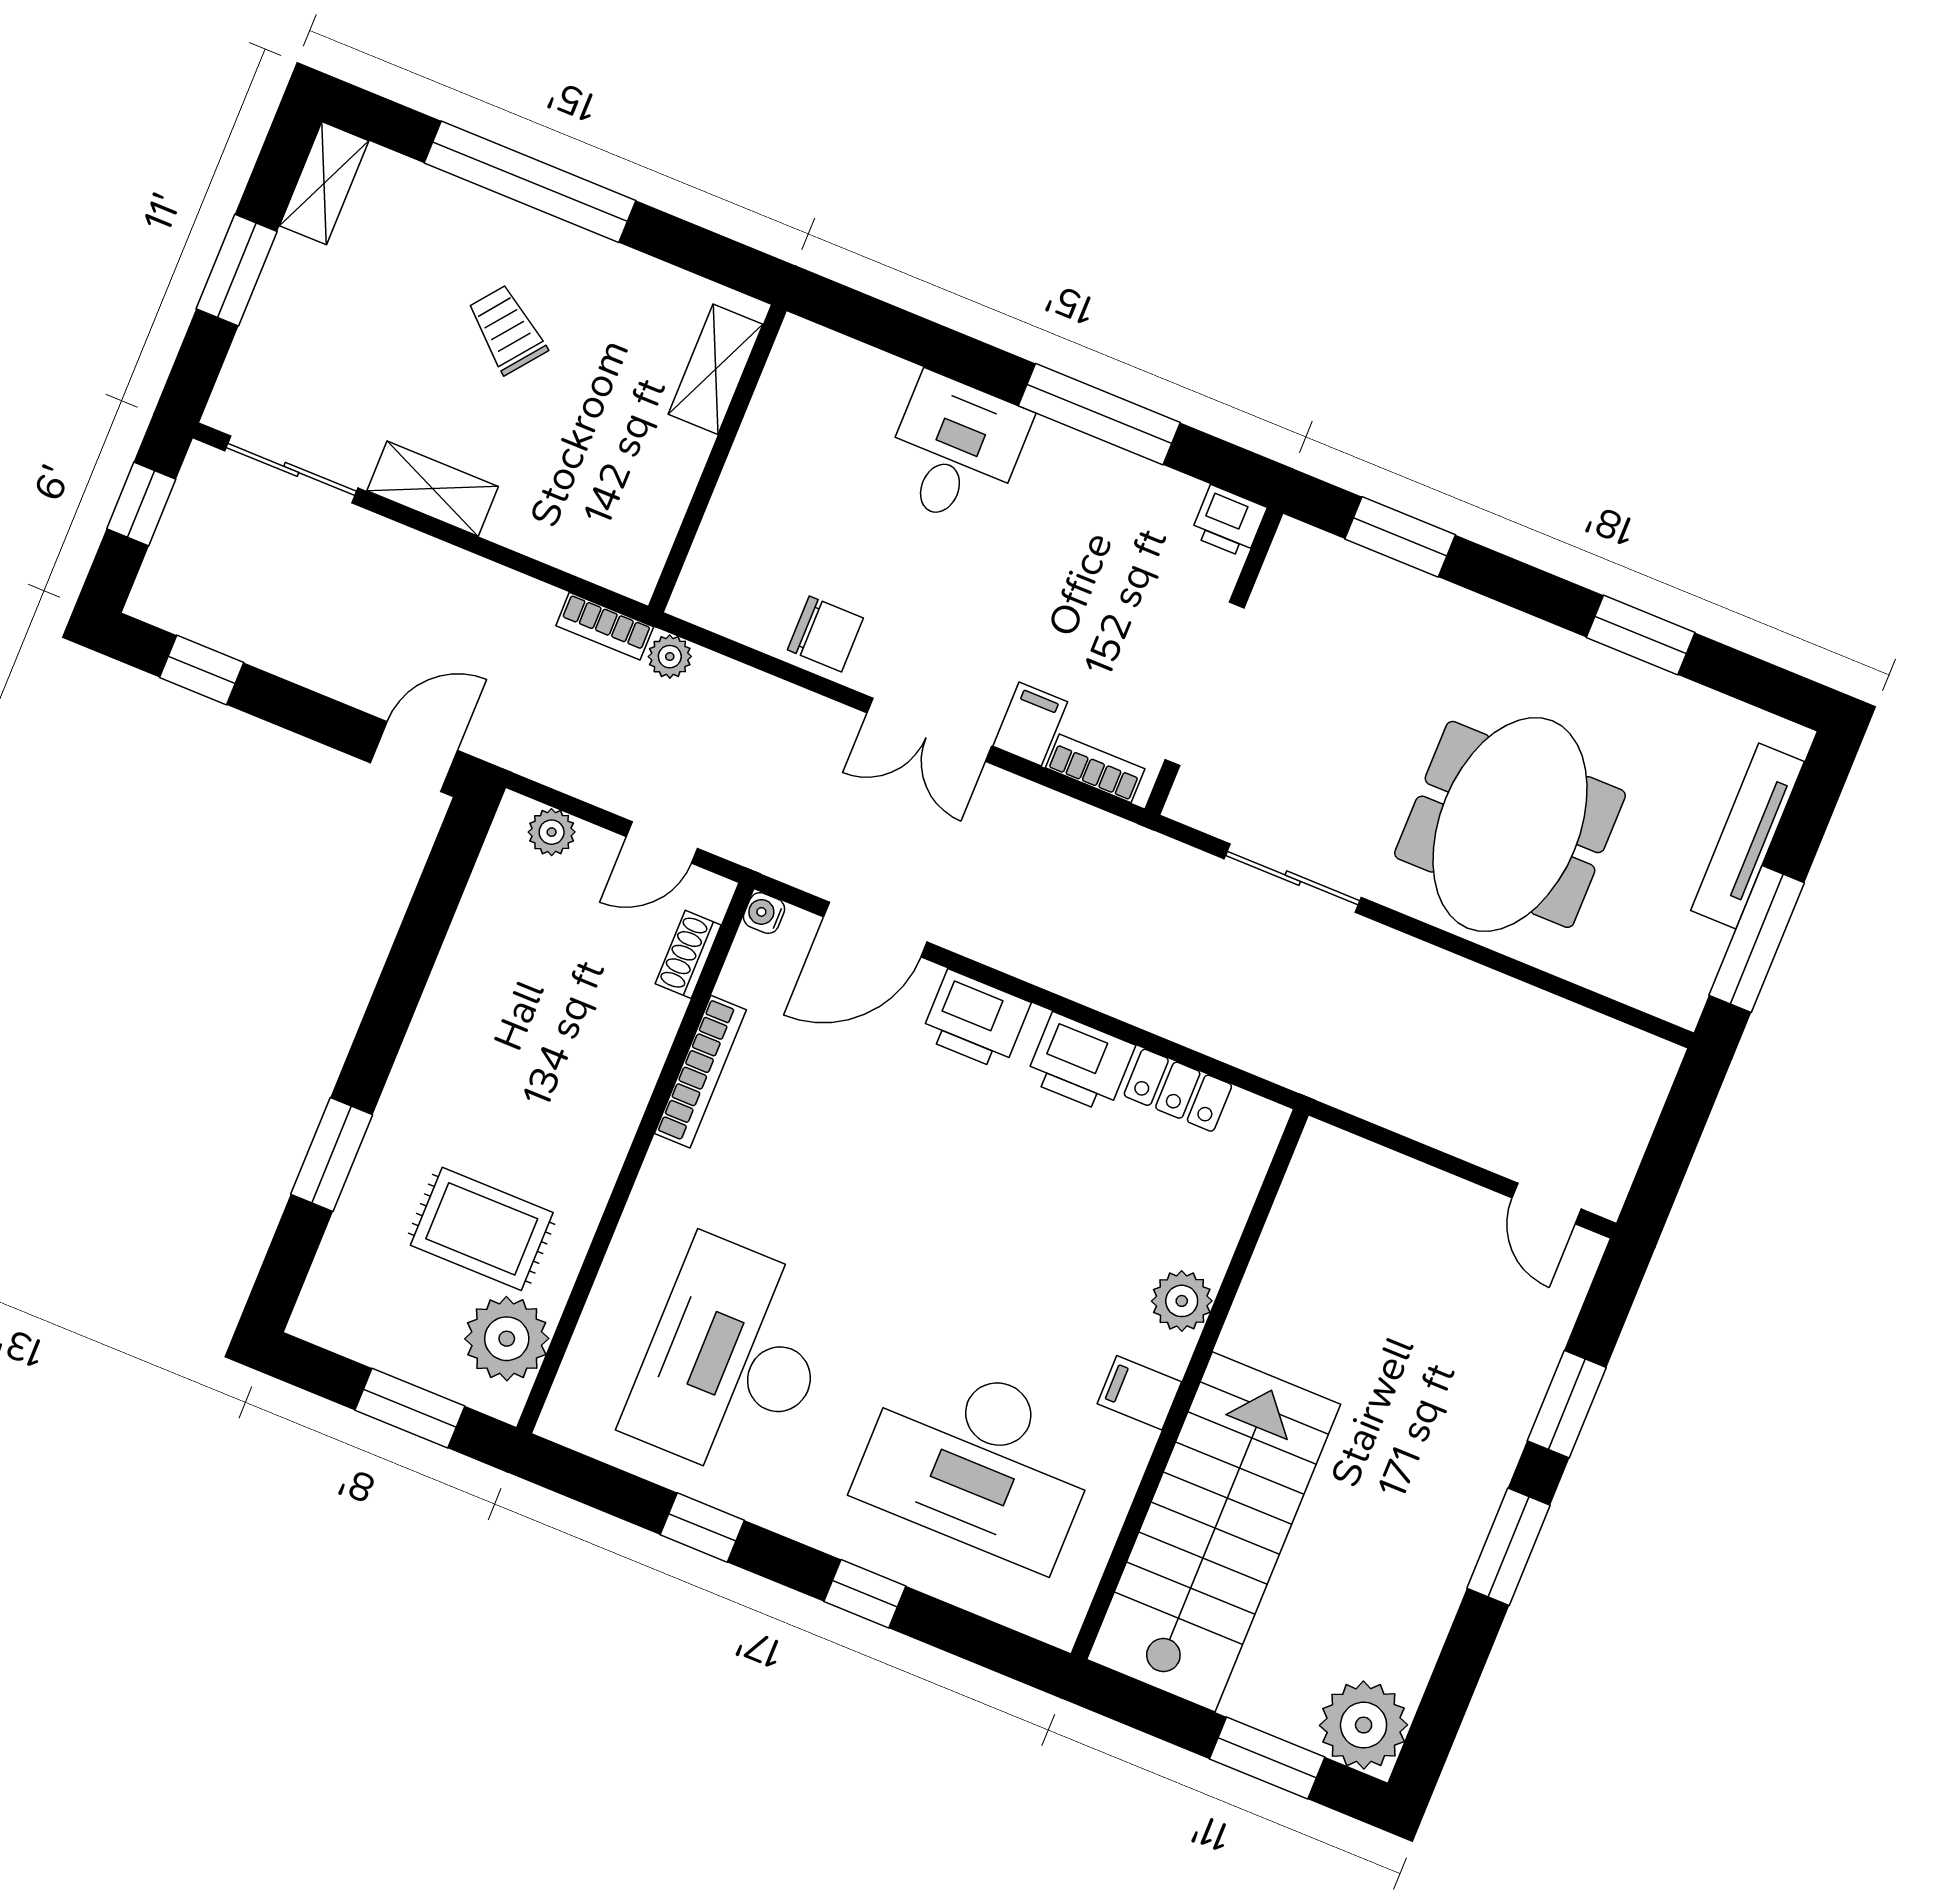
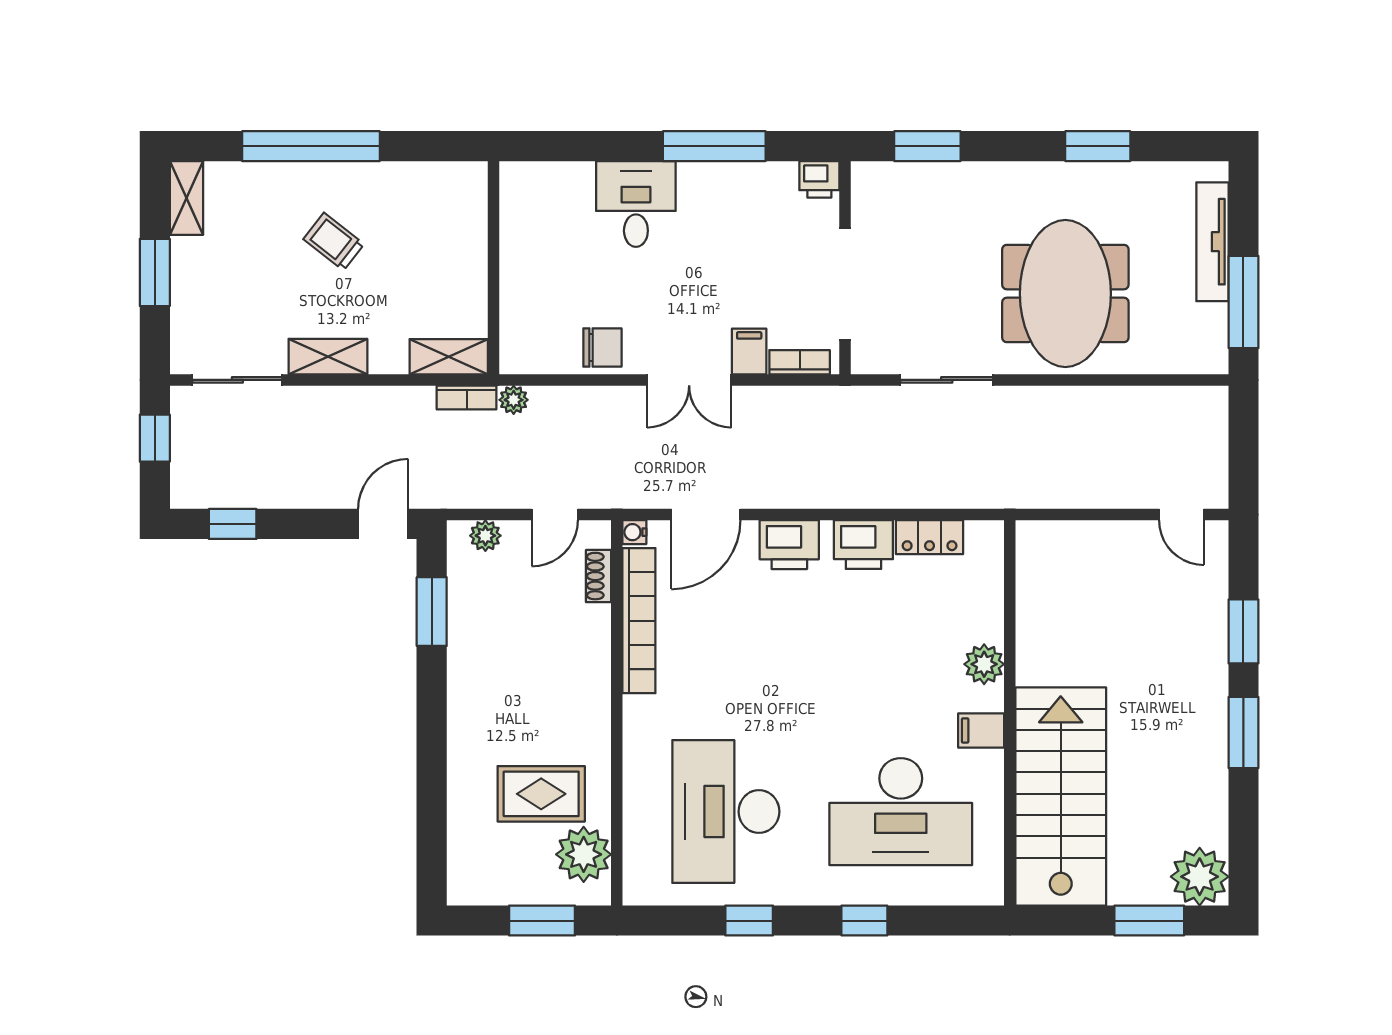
shelving: (716, 369) -> (449, 357), moved, turned 90
bookcase: (700, 1072) -> (639, 621), width x1.48, depth x1.31
window: (332, 1155) -> (432, 612), moved

